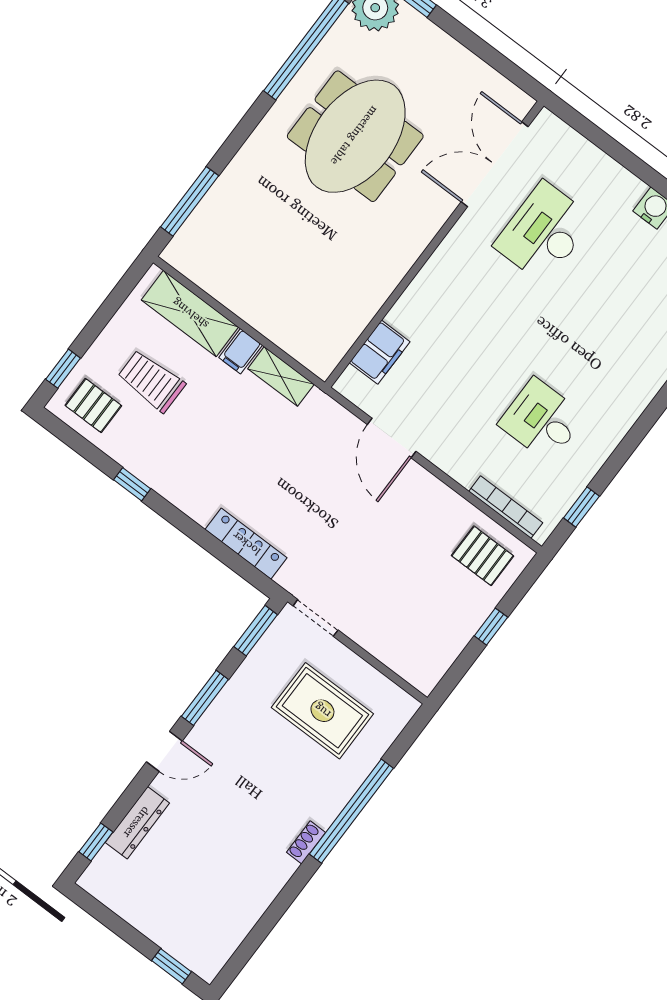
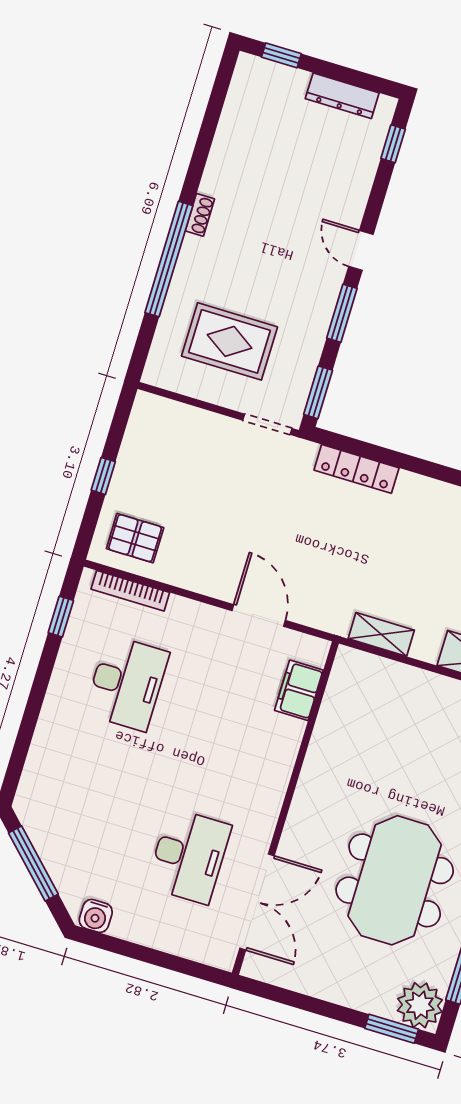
filing cabinet: (241, 351) -> (427, 644), removed
desk: (542, 420) -> (127, 683), width x1.37
door: (164, 751) -> (361, 250), hinge flipped
dresser: (137, 823) -> (342, 96), moved, turned -90

